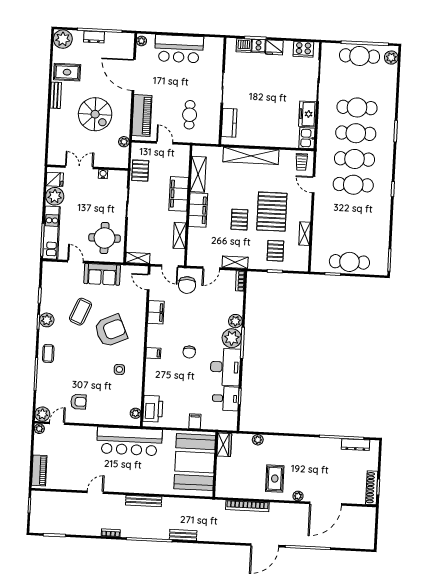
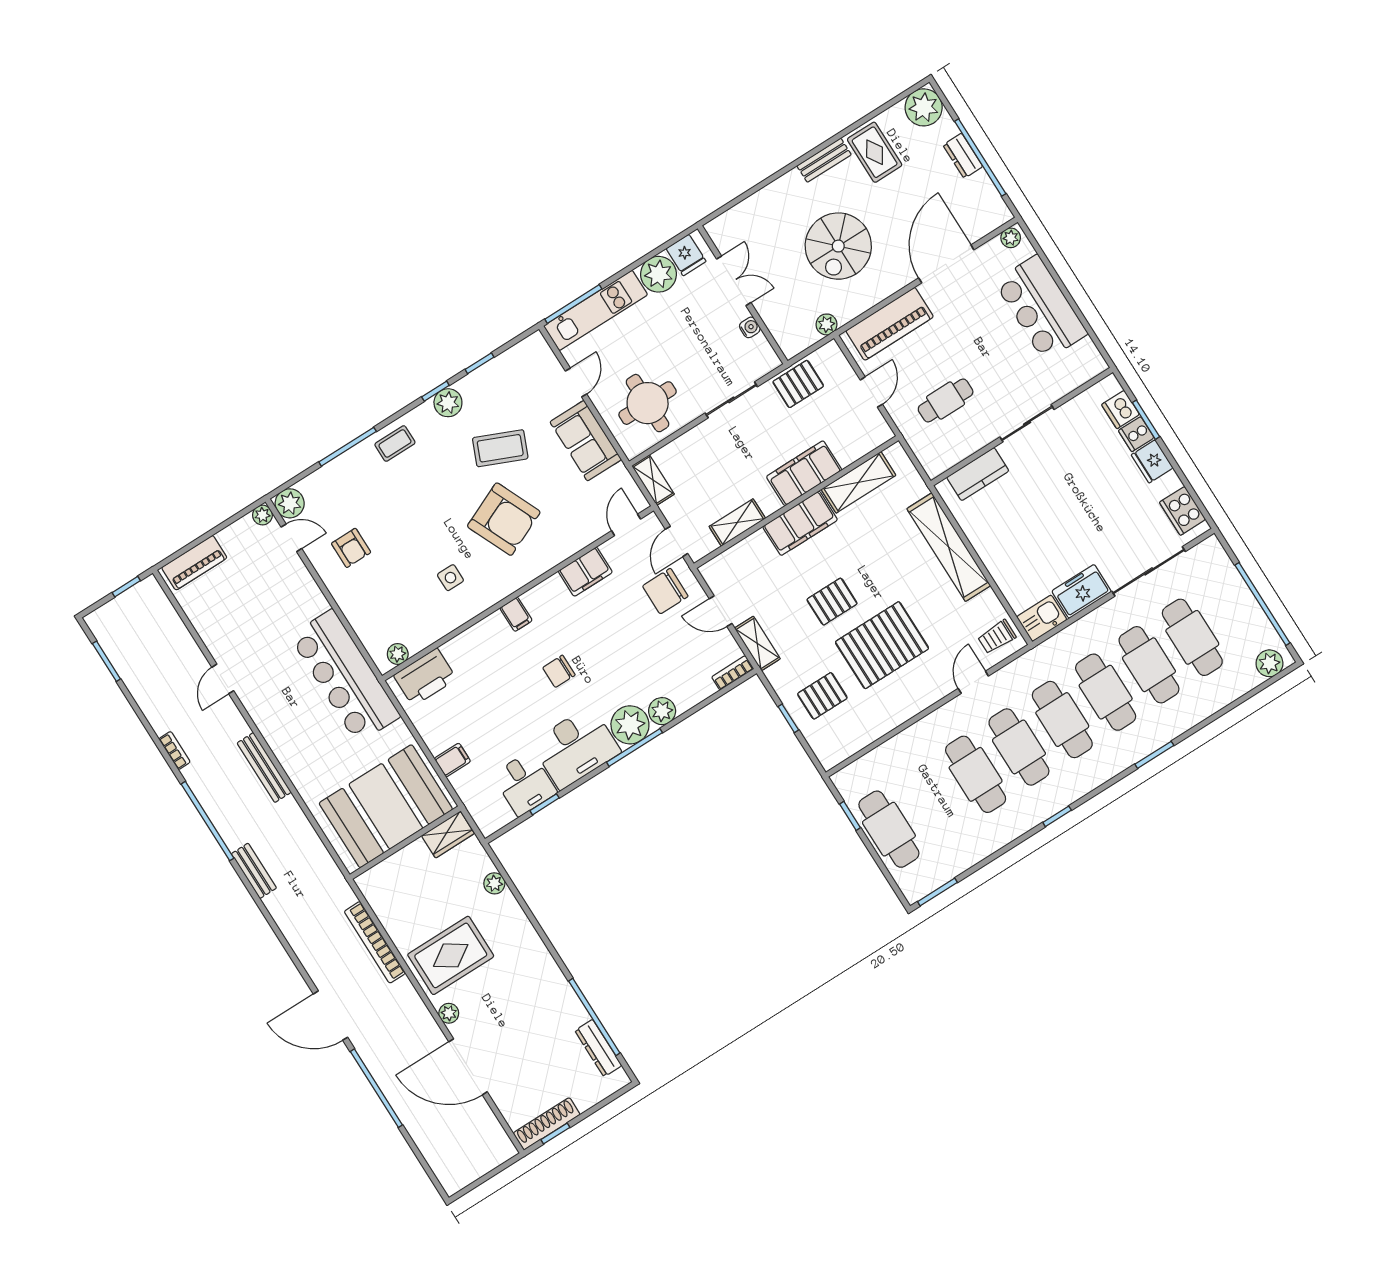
cafe table: (360, 56) -> (1192, 637), moved
cafe table: (352, 210) -> (976, 774), added
shelving: (305, 234) -> (884, 724), removed
rug: (275, 479) -> (451, 955), width x1.36, depth x1.43
door: (95, 492) -> (223, 679), swing flipped

